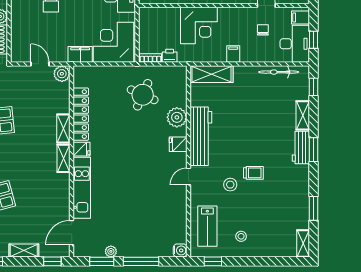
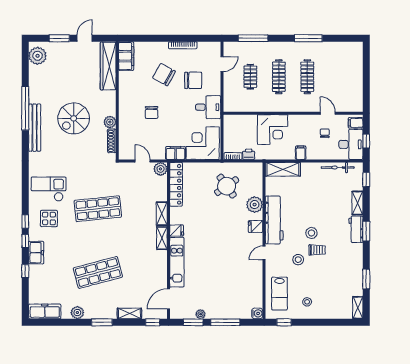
round table: (143, 95) -> (227, 186), turned 31
locker: (81, 114) -> (176, 184), moved
stool: (246, 152) -> (311, 233), added

